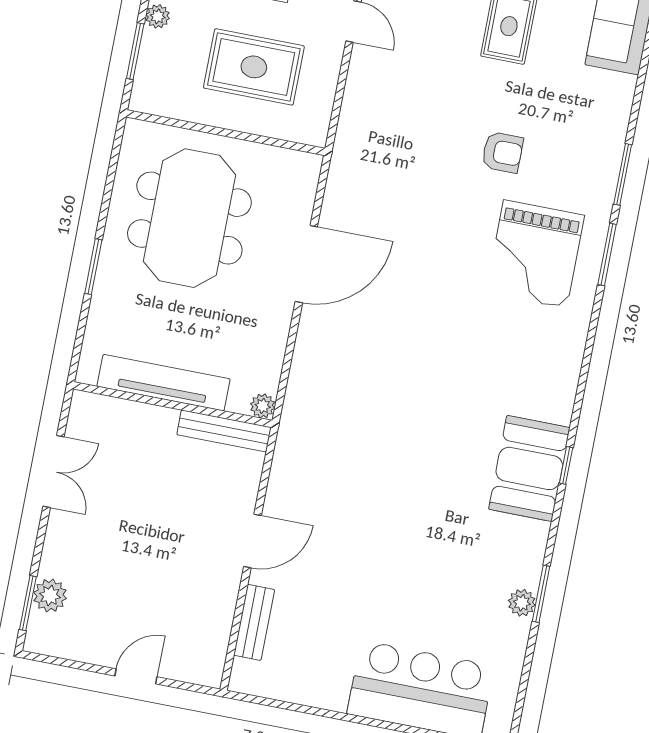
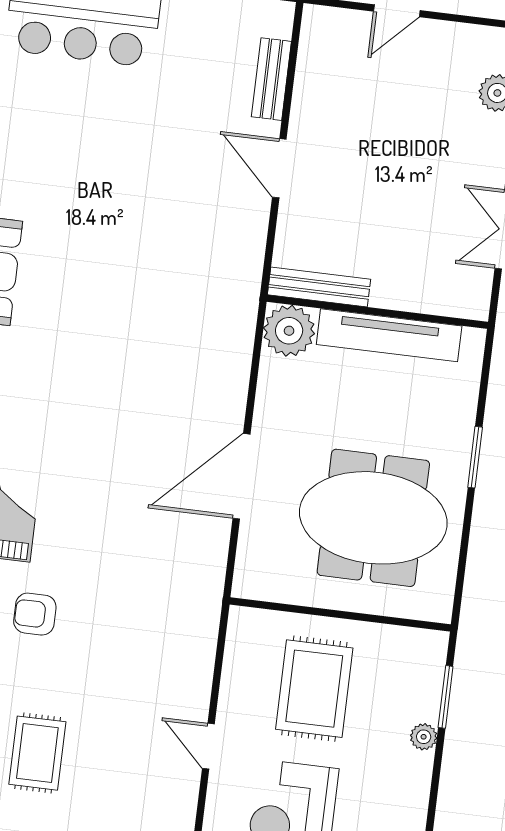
rug: (254, 67) -> (314, 689), turned 90
meeting table: (189, 218) -> (373, 518), turned 90
plant: (263, 406) -> (289, 331), width x1.88, depth x1.88
door: (252, 541) -> (279, 168), hinge flipped

